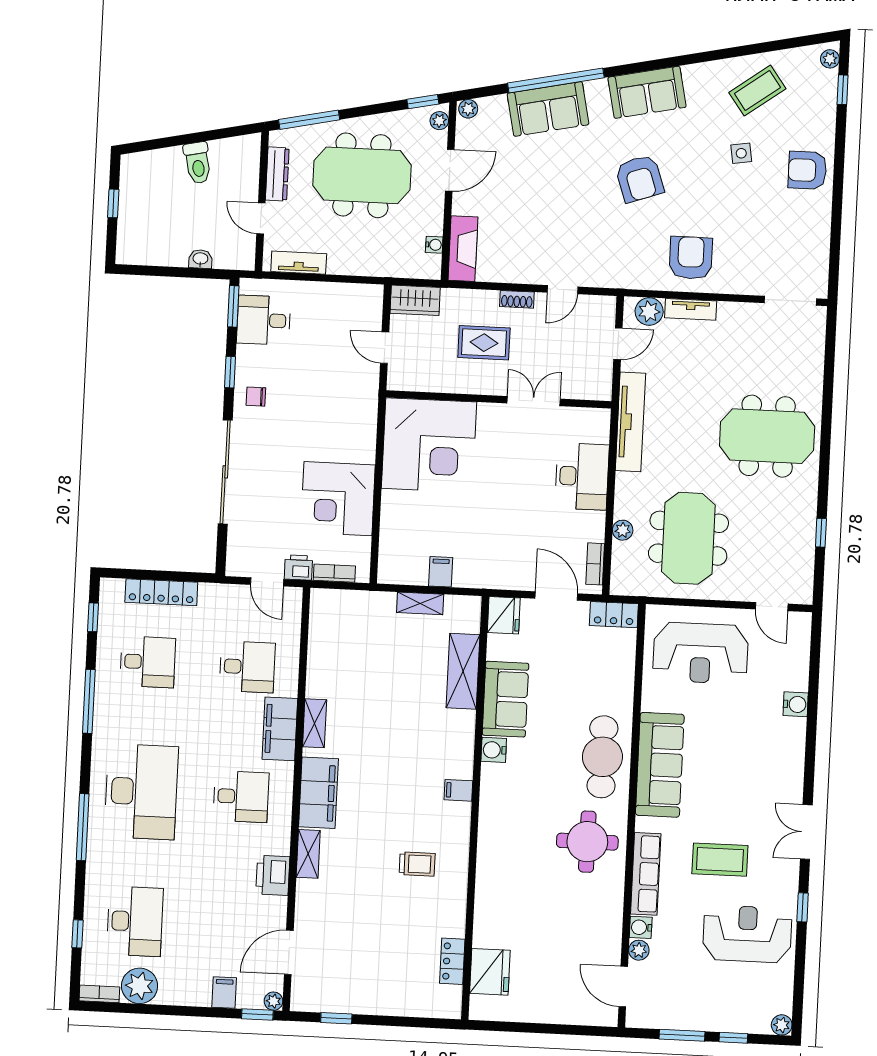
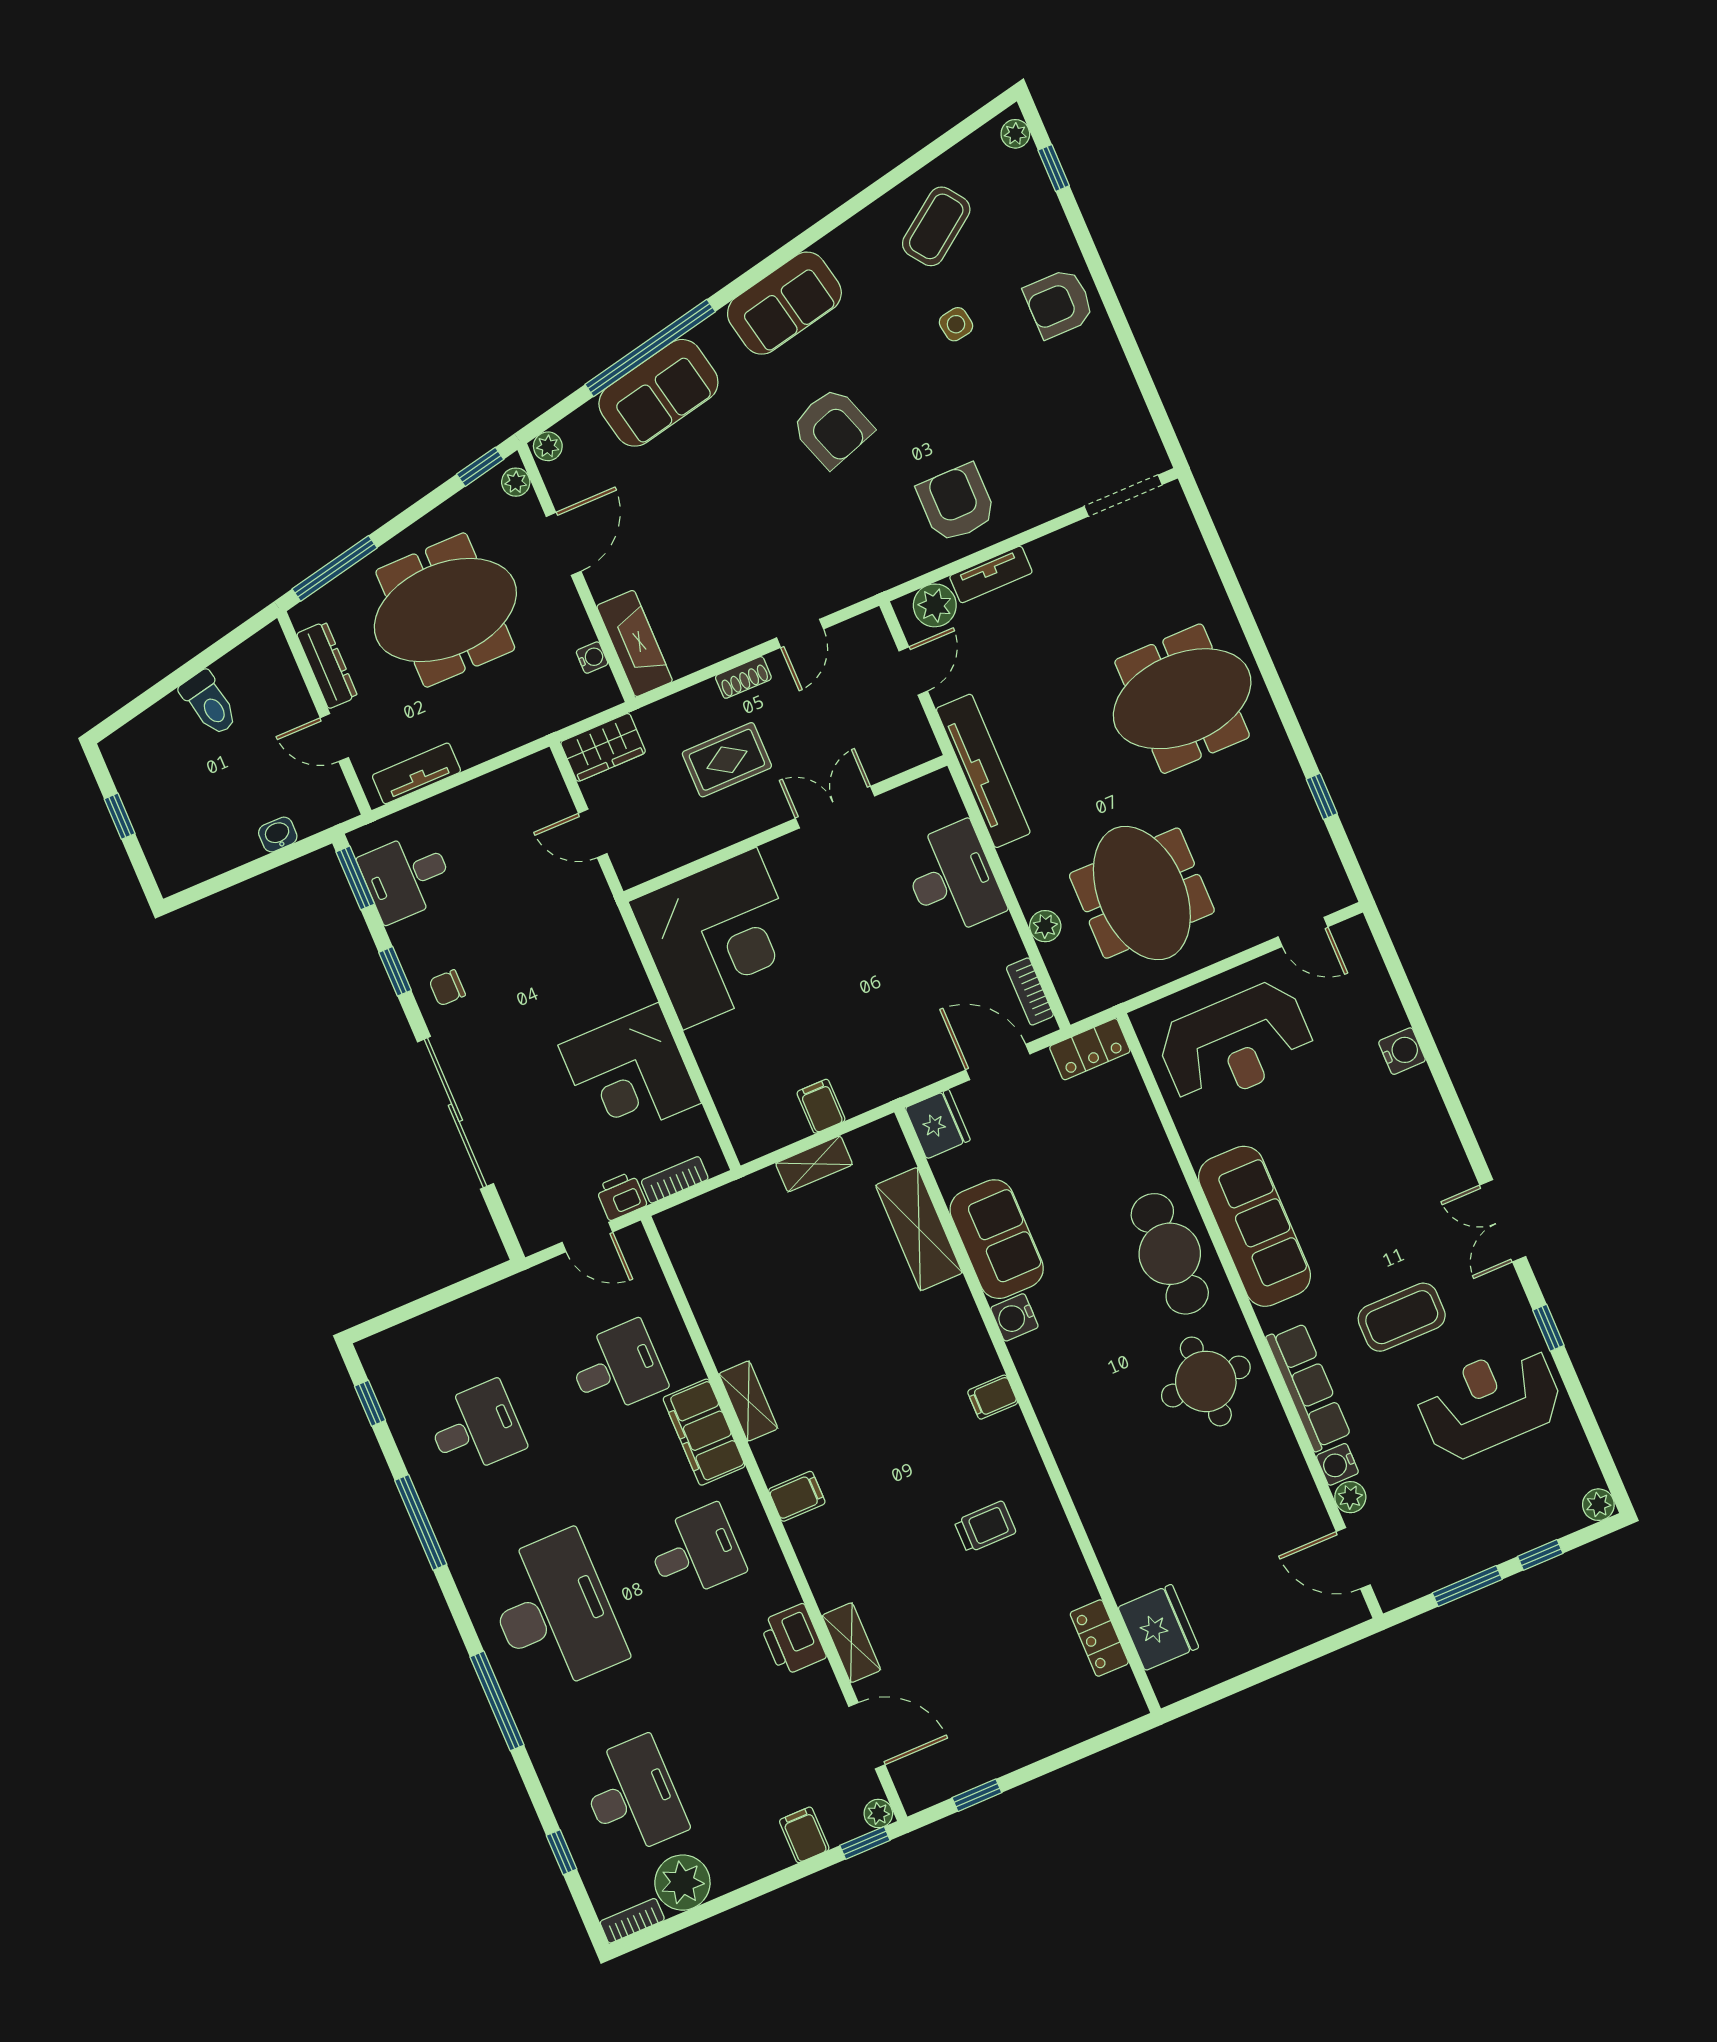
locker: (161, 592) -> (448, 1323), removed
filing cabinet: (318, 793) -> (797, 1496), width x0.33, depth x0.86
shelving: (308, 854) -> (851, 1643), moved
door: (289, 952) -> (867, 1736), swing flipped

